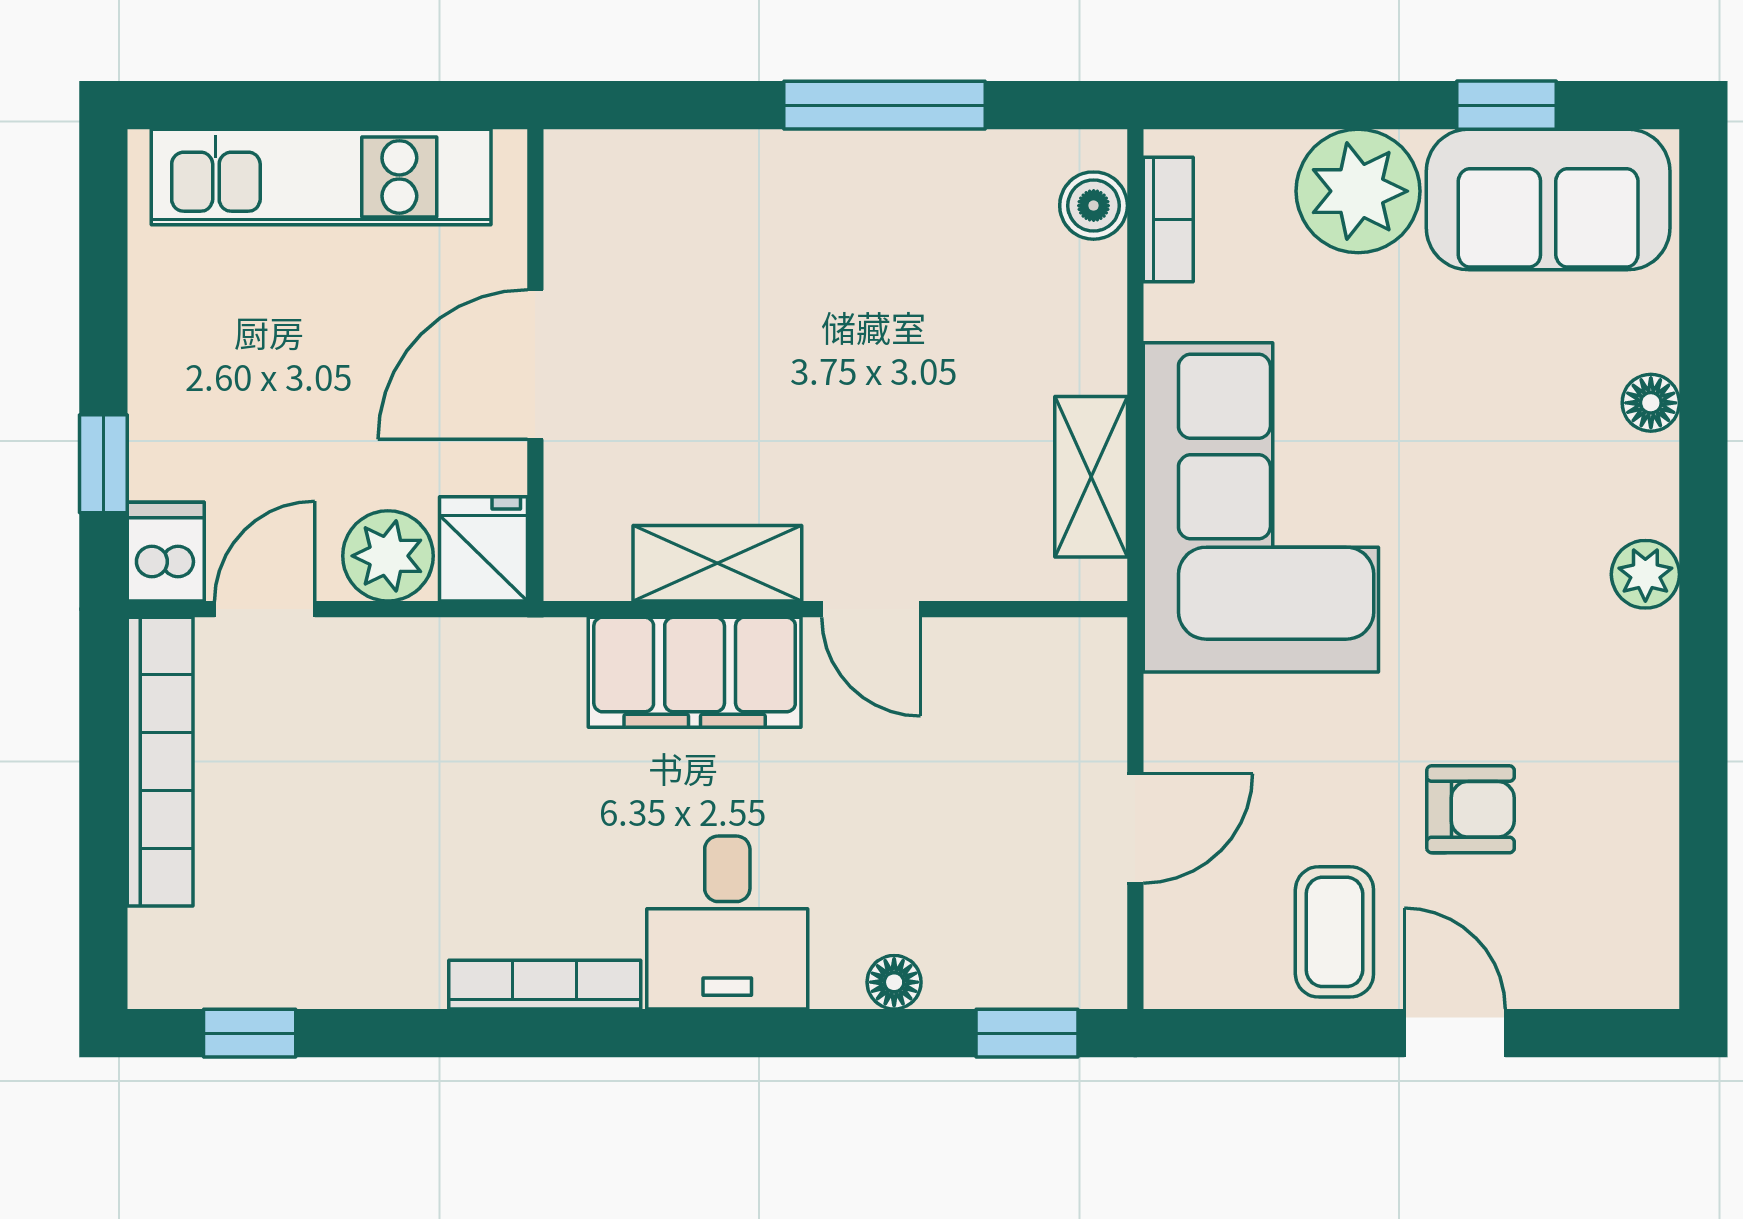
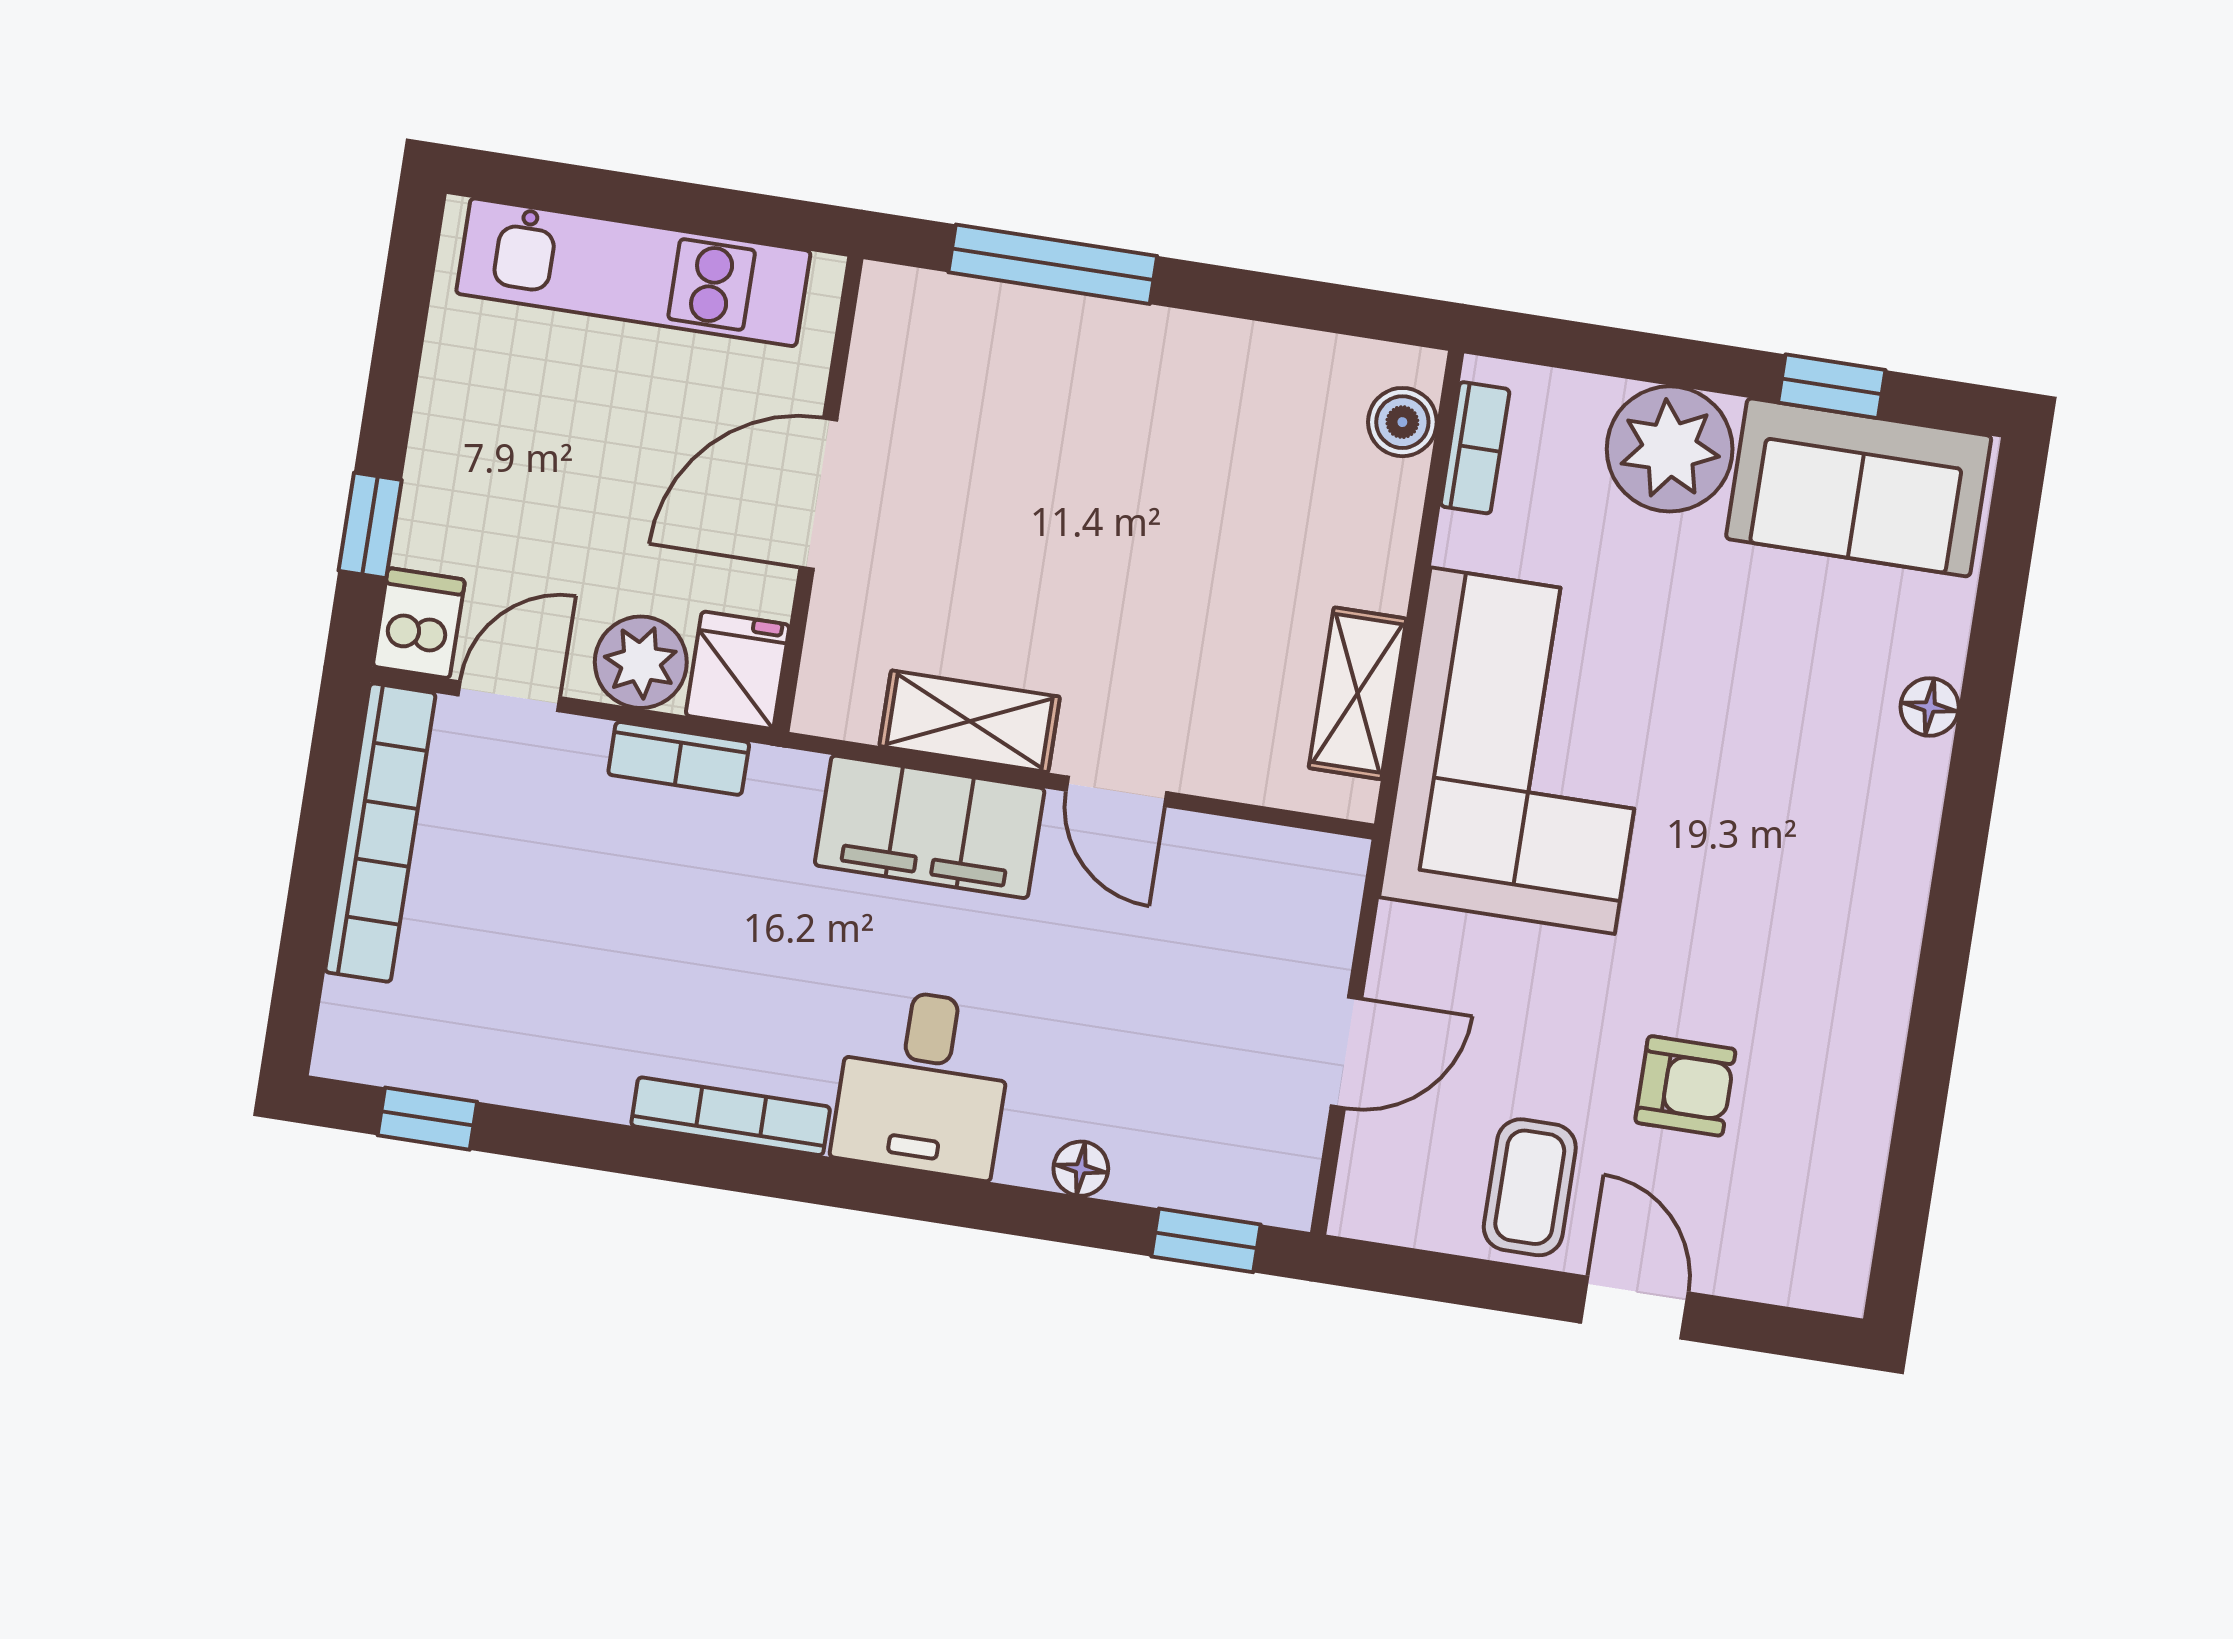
window: (884, 105) -> (1053, 264), moved
plant: (1645, 574) -> (1897, 878), removed
bookcase: (440, 644) -> (679, 758), added

